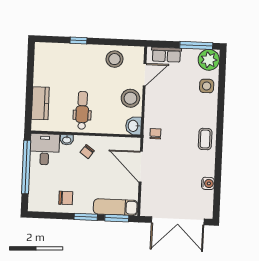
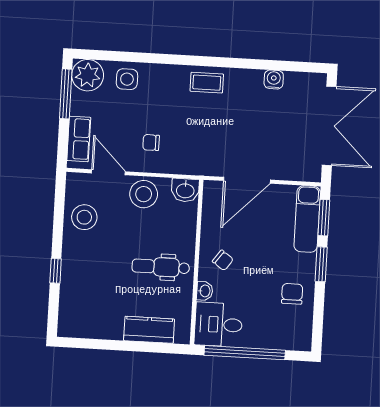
chair: (155, 134) -> (151, 143), moved

